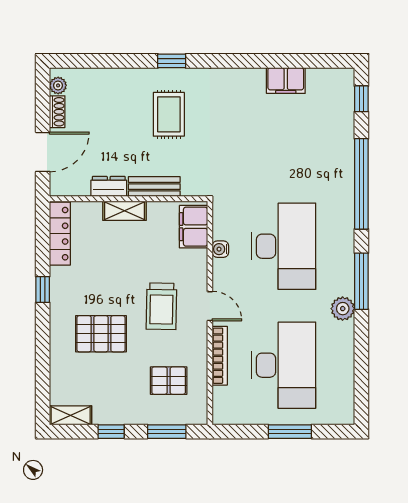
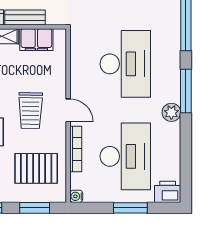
filing cabinet: (194, 227) -> (36, 40), moved, turned -90
water cooler: (220, 249) -> (76, 196), moved
pallet: (169, 381) -> (36, 168), width x1.50, depth x1.42
printer: (338, 411) -> (168, 192), added

